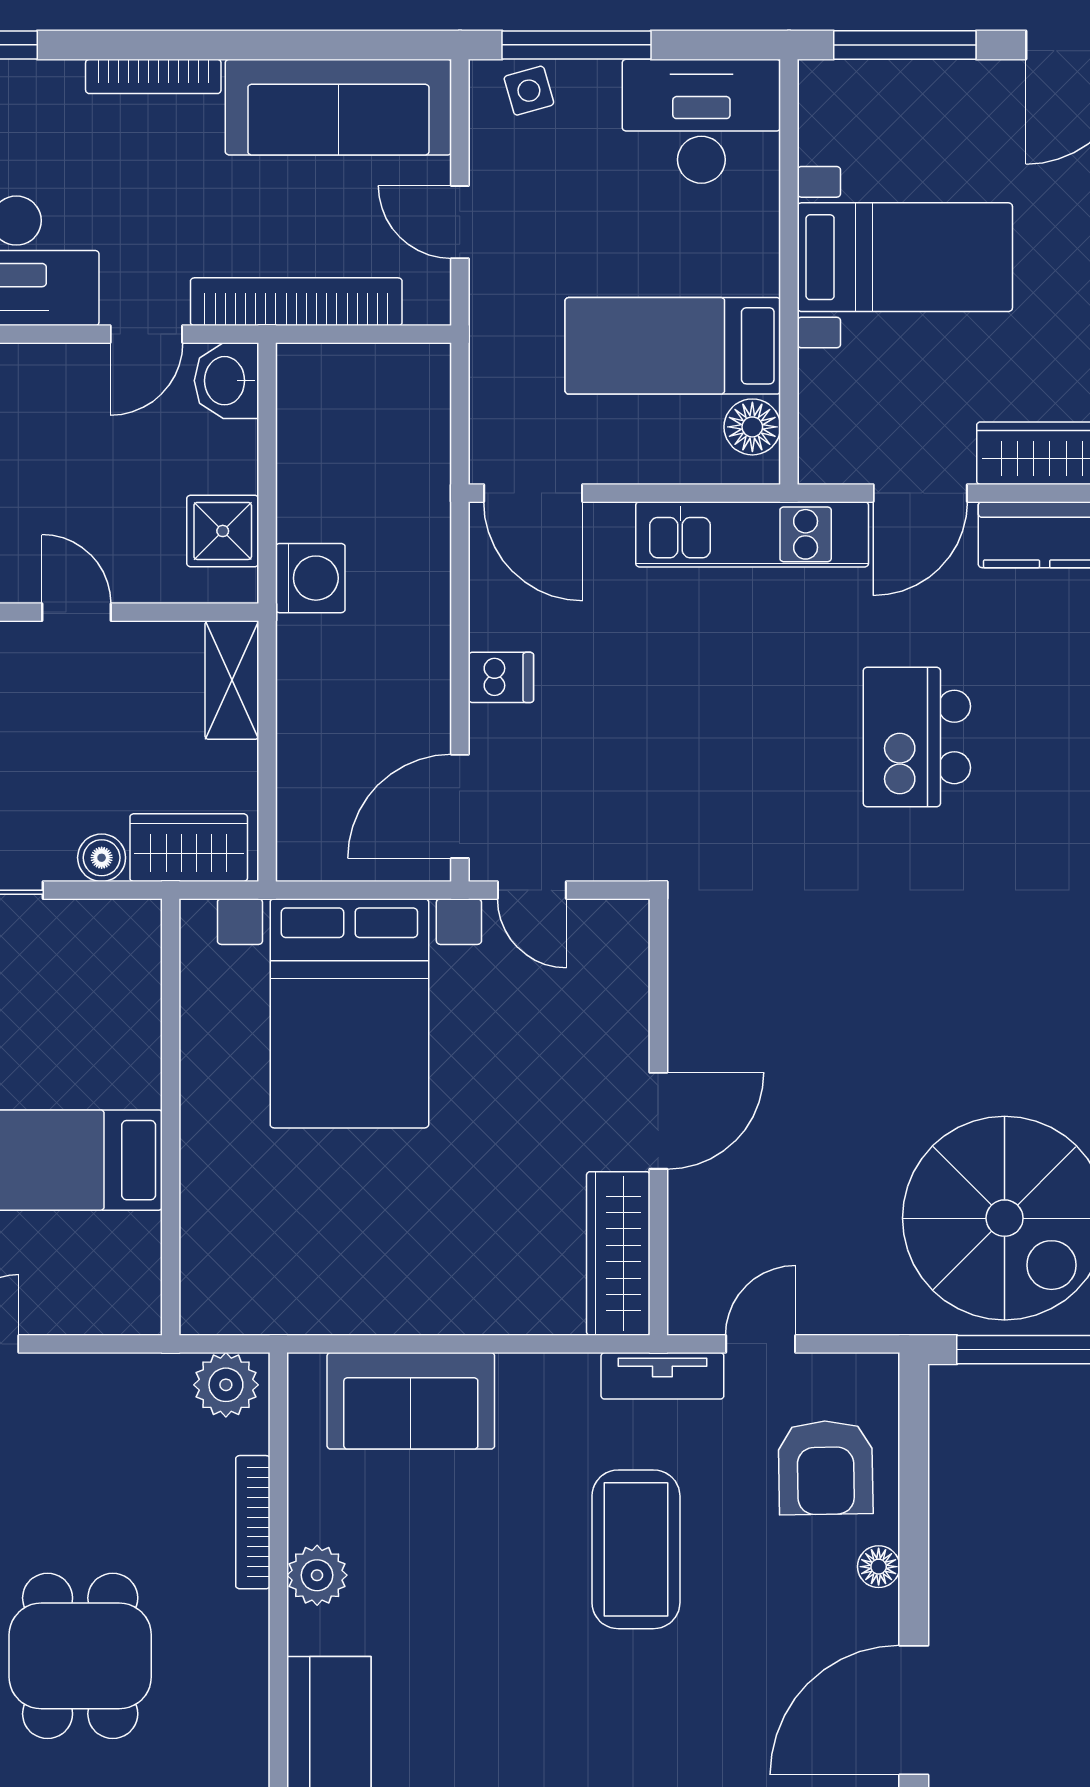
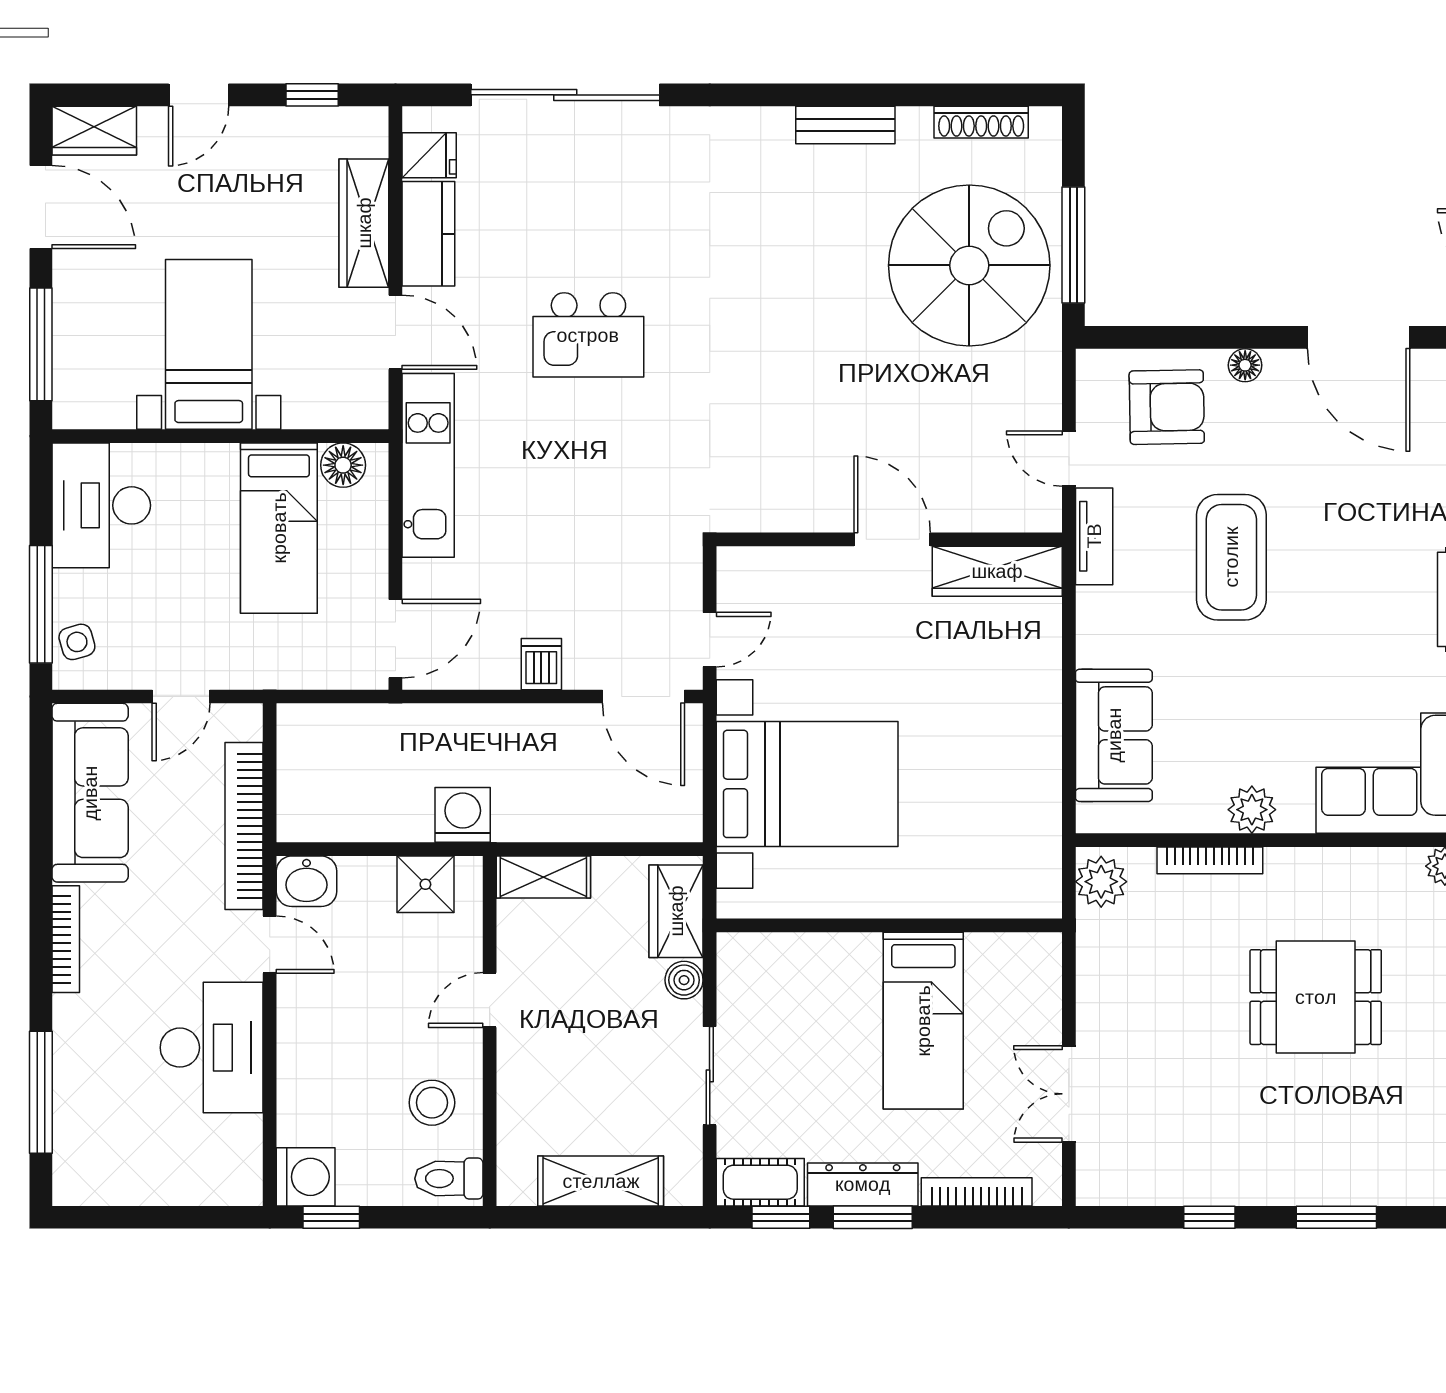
coffee table: (636, 1549) -> (1231, 557), turned 90

